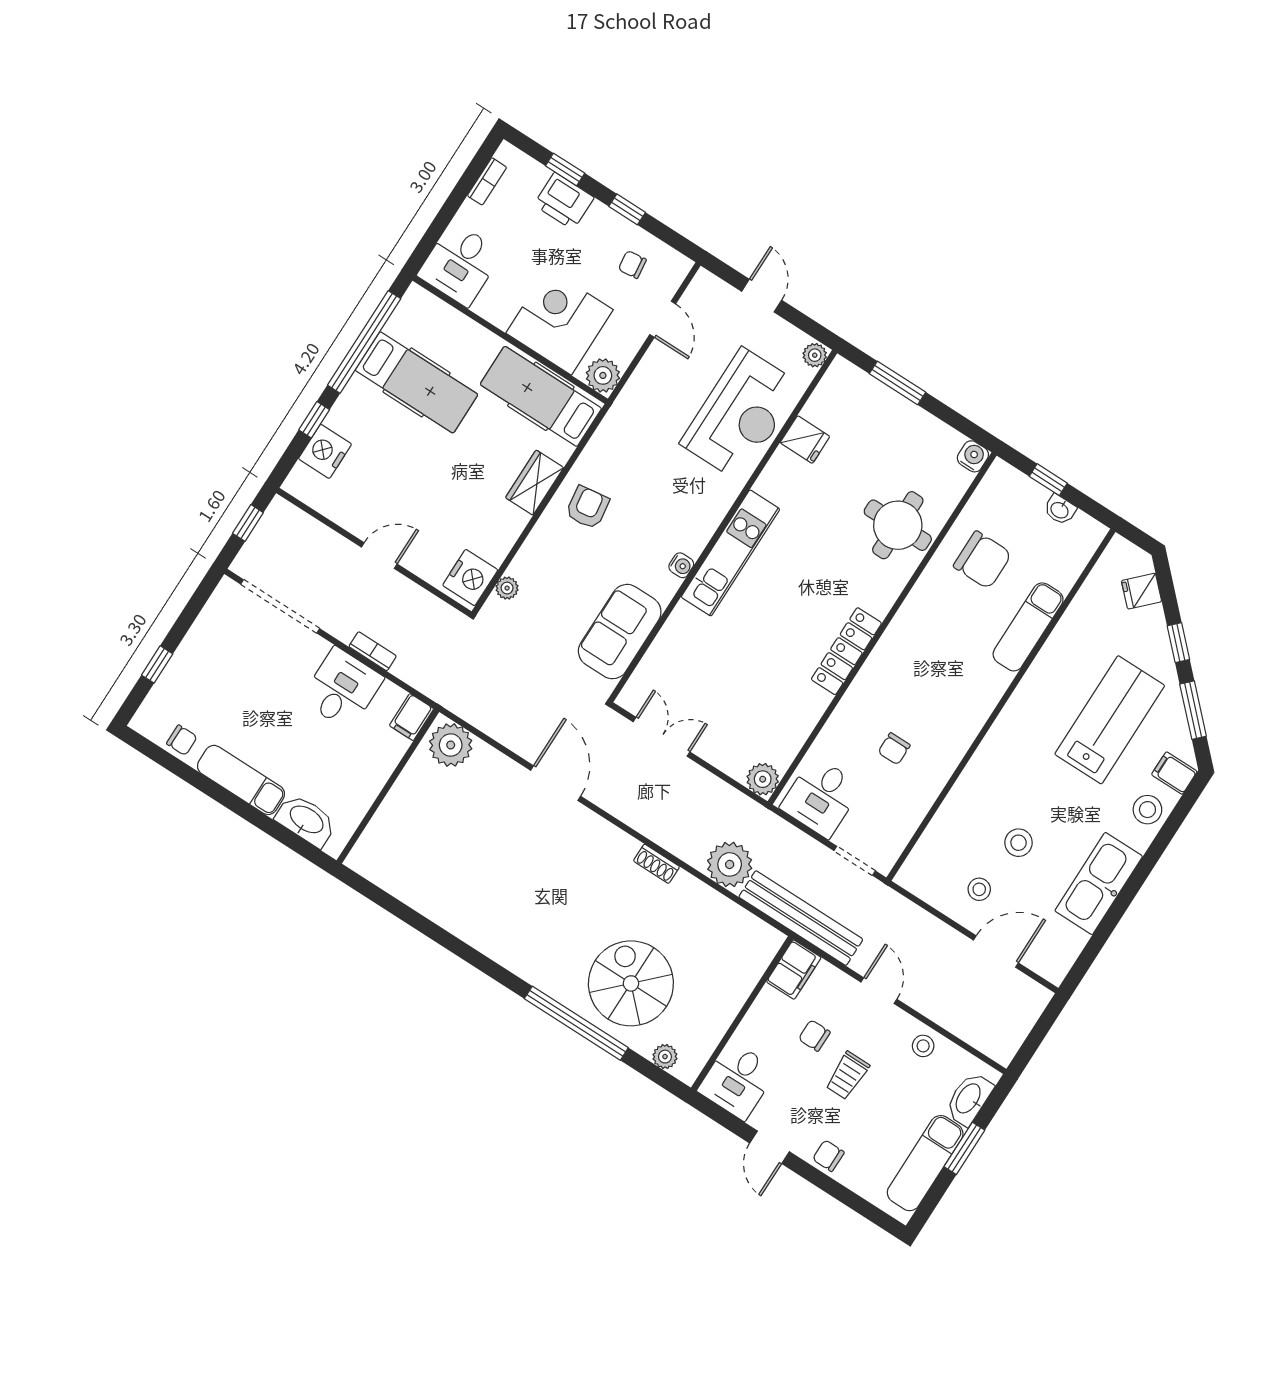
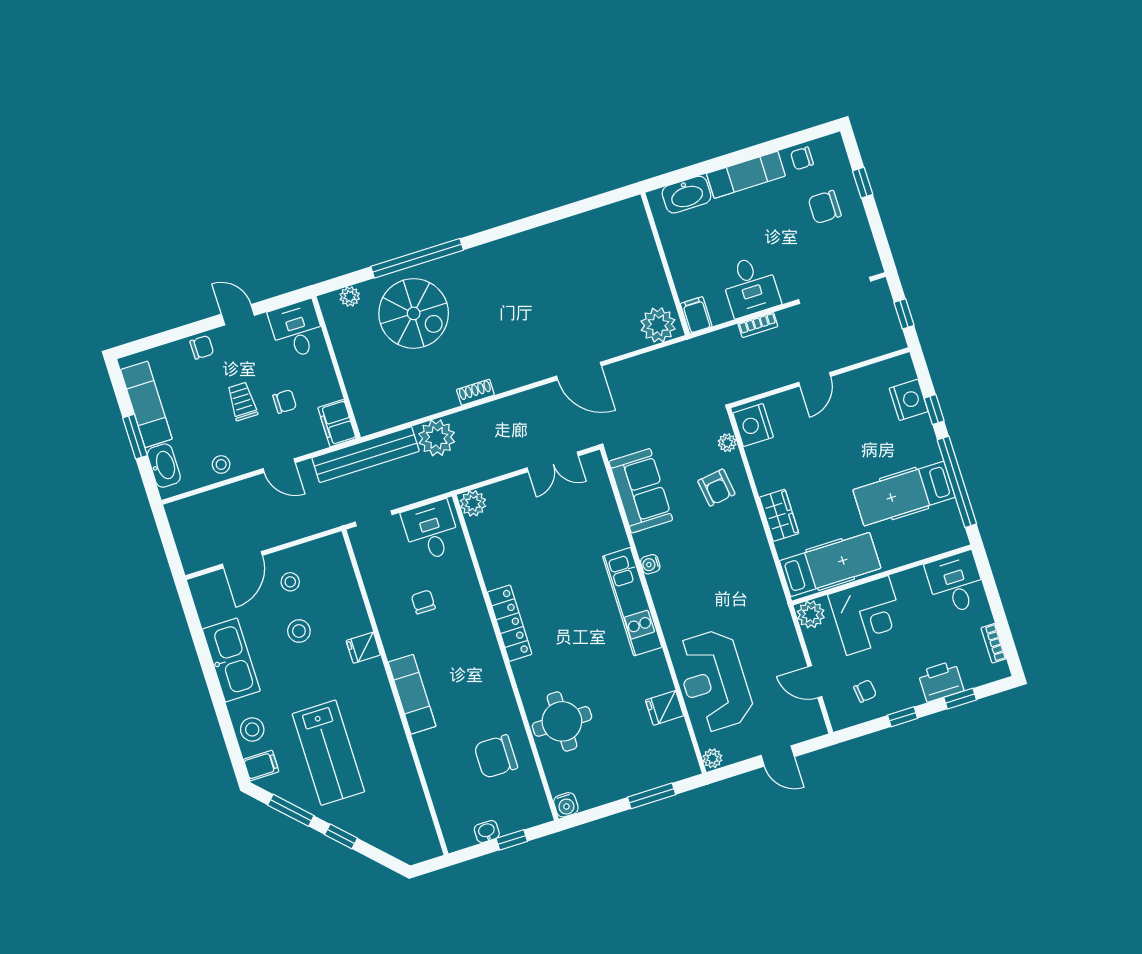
armchair: (587, 507) -> (716, 488), moved
fridge: (1142, 591) -> (363, 648), moved, turned -135
exam couch: (1028, 627) -> (412, 694), moved
chair: (210, 681) -> (825, 207), added

